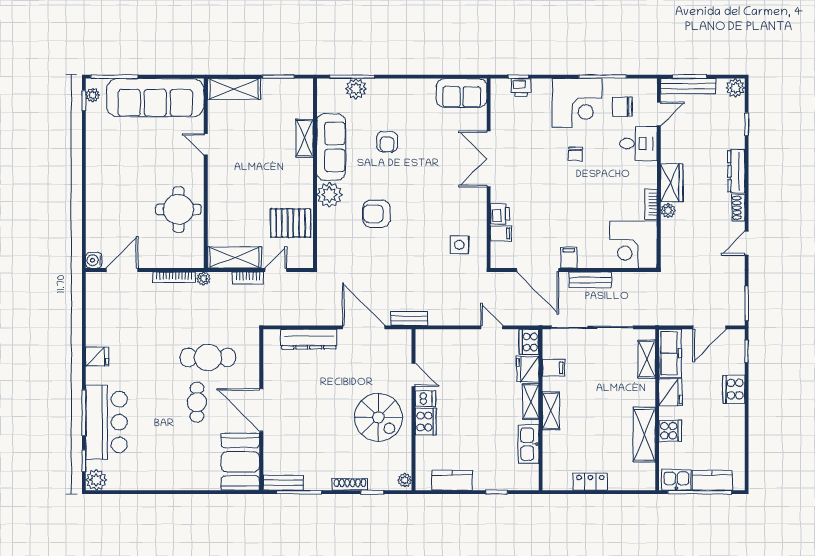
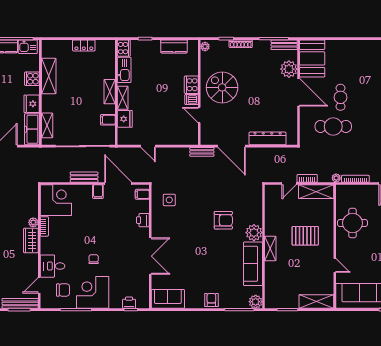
plant: (356, 89) -> (256, 302), moved
shelving: (305, 138) -> (270, 248), moved
armchair: (387, 142) -> (211, 300), moved
pallet: (291, 223) -> (305, 236), moved
filing cabinet: (501, 233) -> (142, 194), moved
cooker: (529, 342) -> (124, 48), moved
plant: (276, 446) -> (289, 69), added

